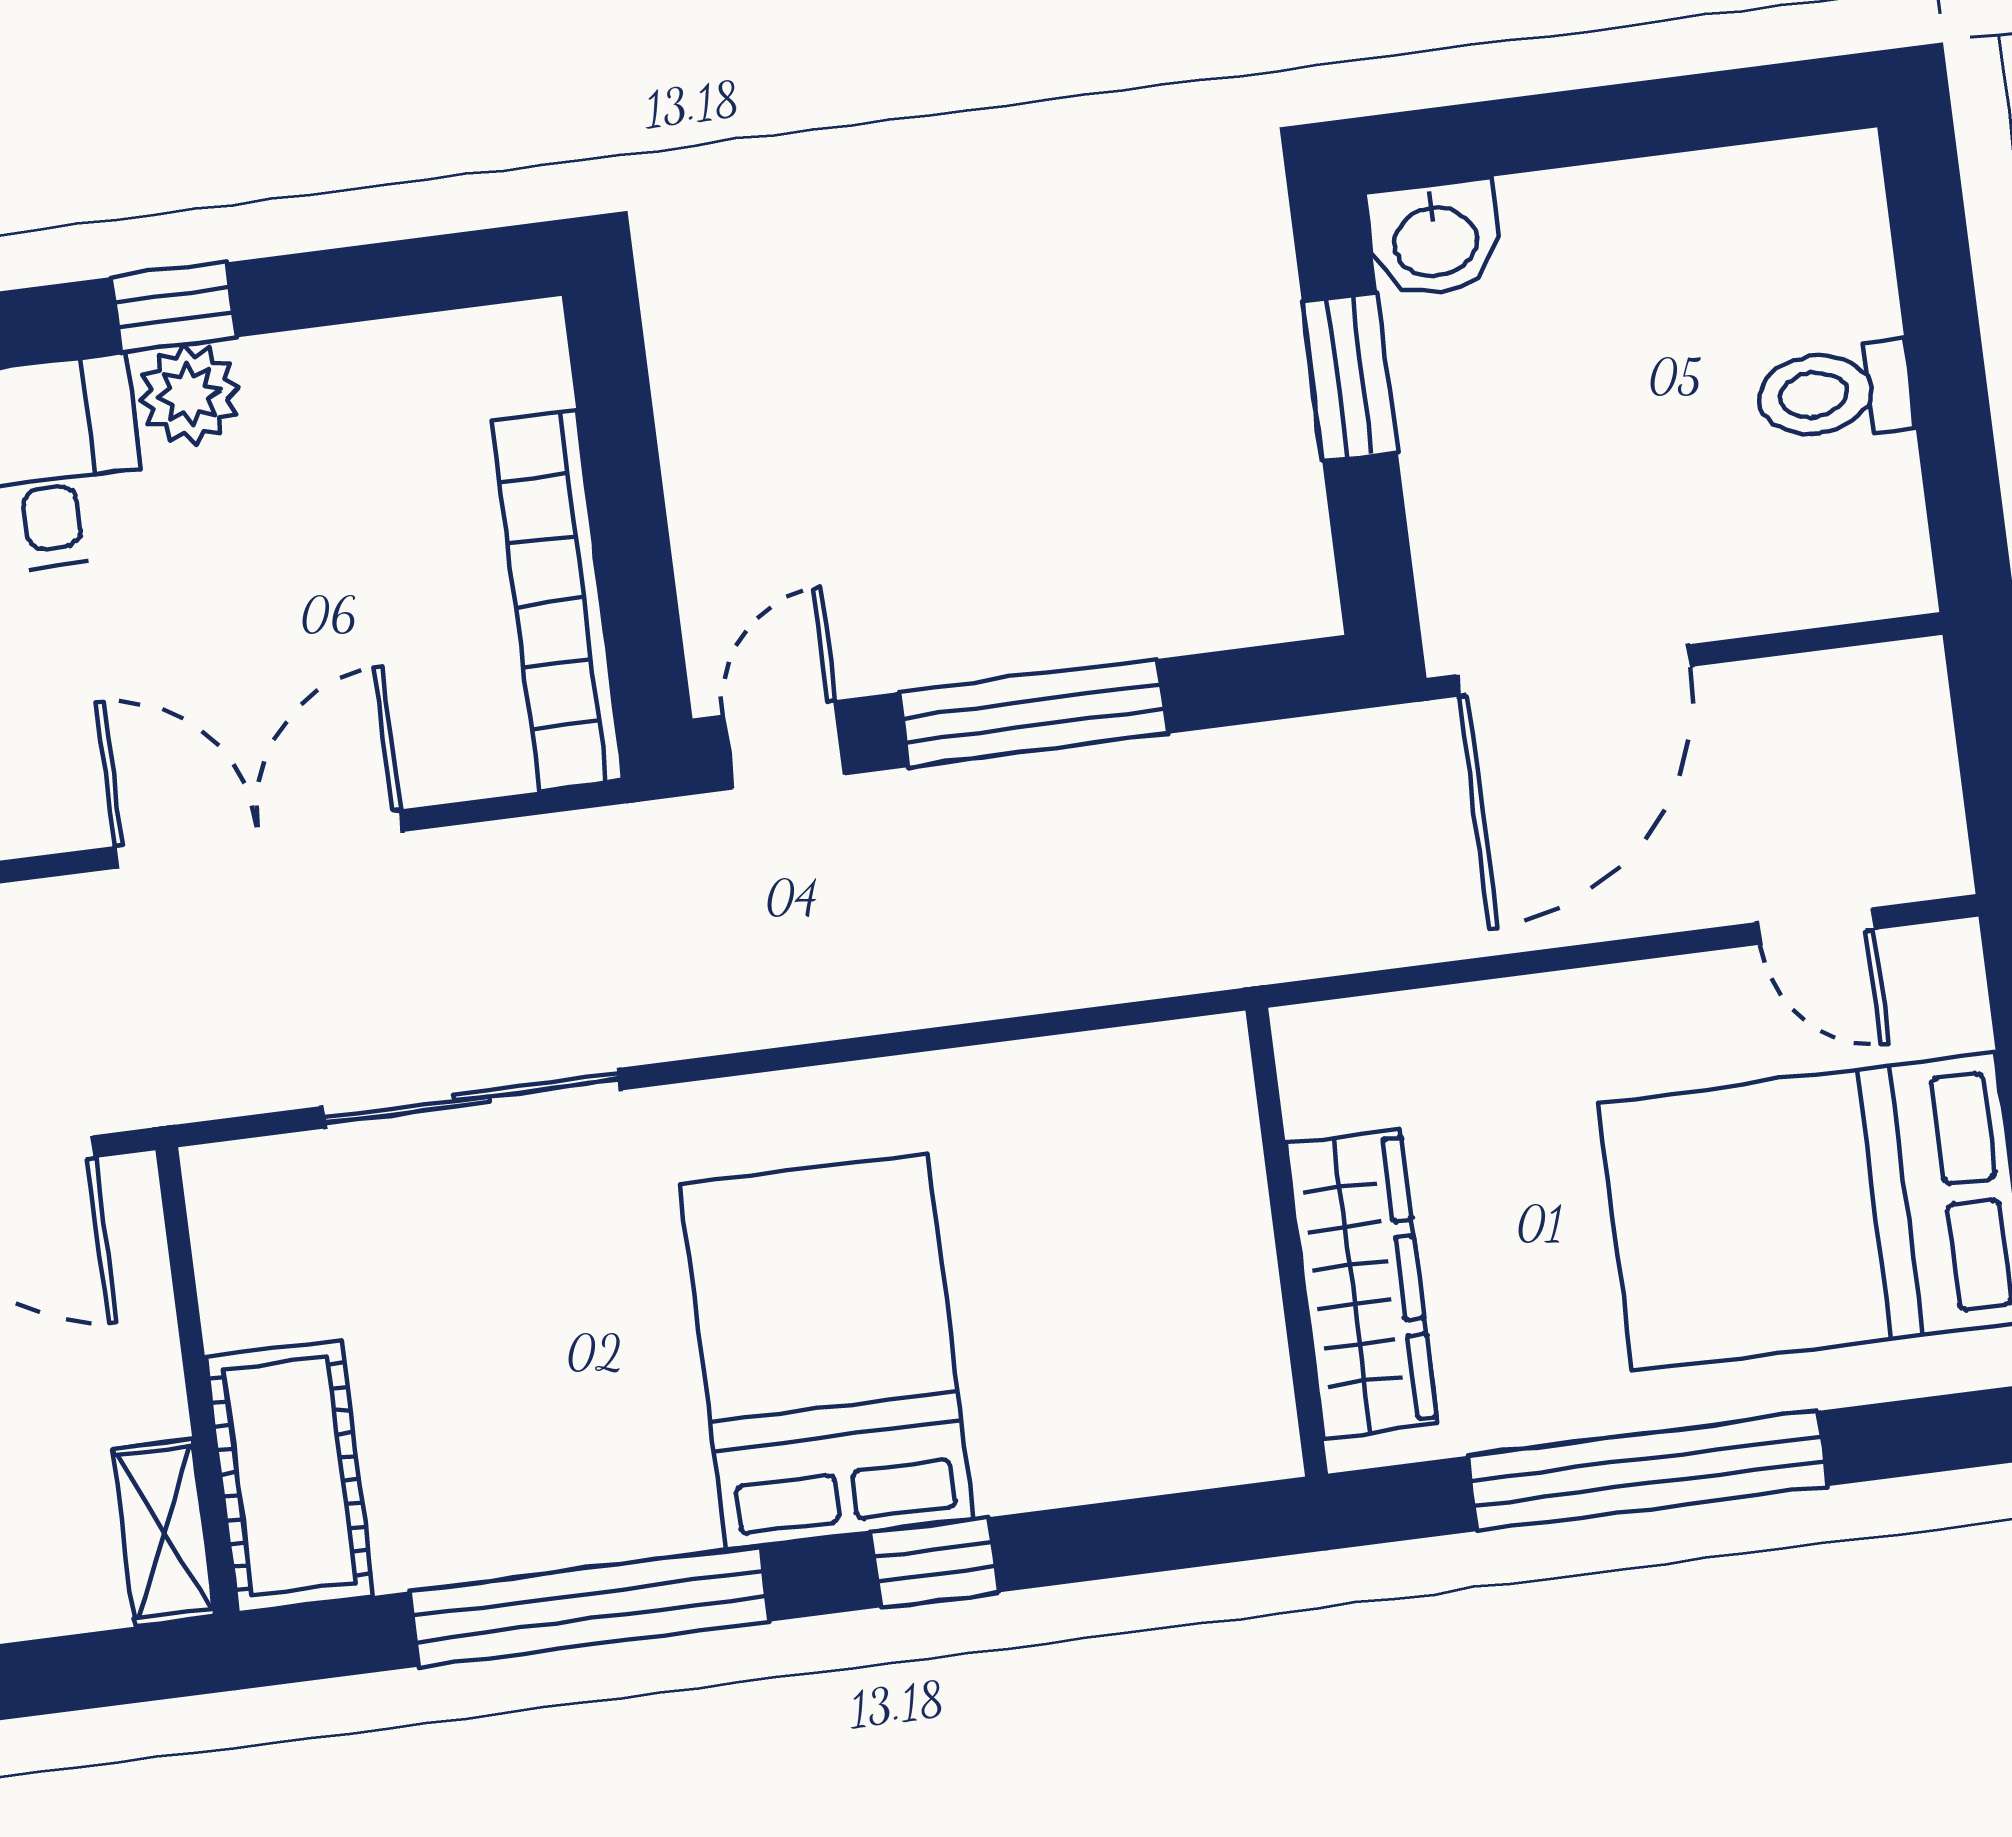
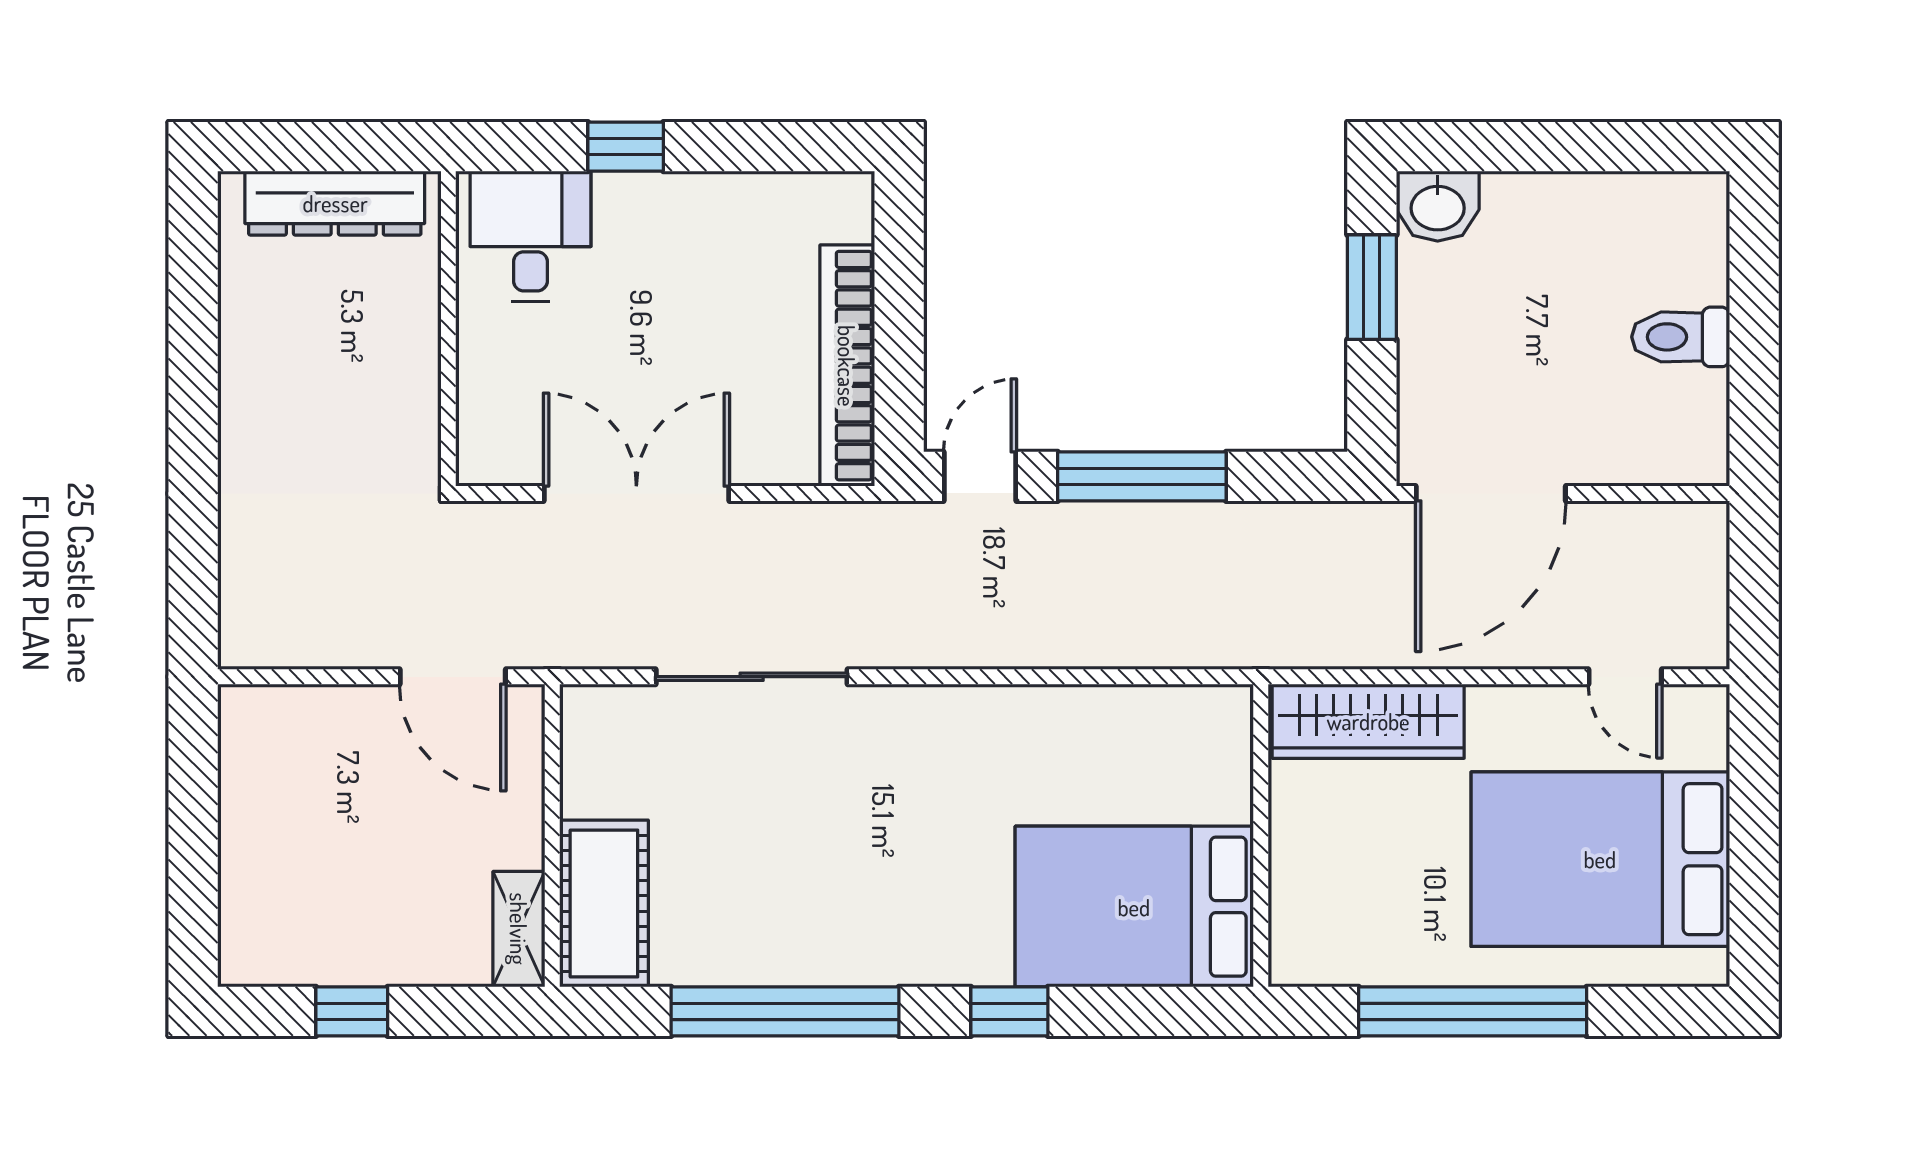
plant: (189, 394) -> (628, 204), removed
wardrobe: (1362, 1284) -> (1368, 721), moved, turned 90
bed: (827, 1352) -> (1134, 907), moved, turned -90

